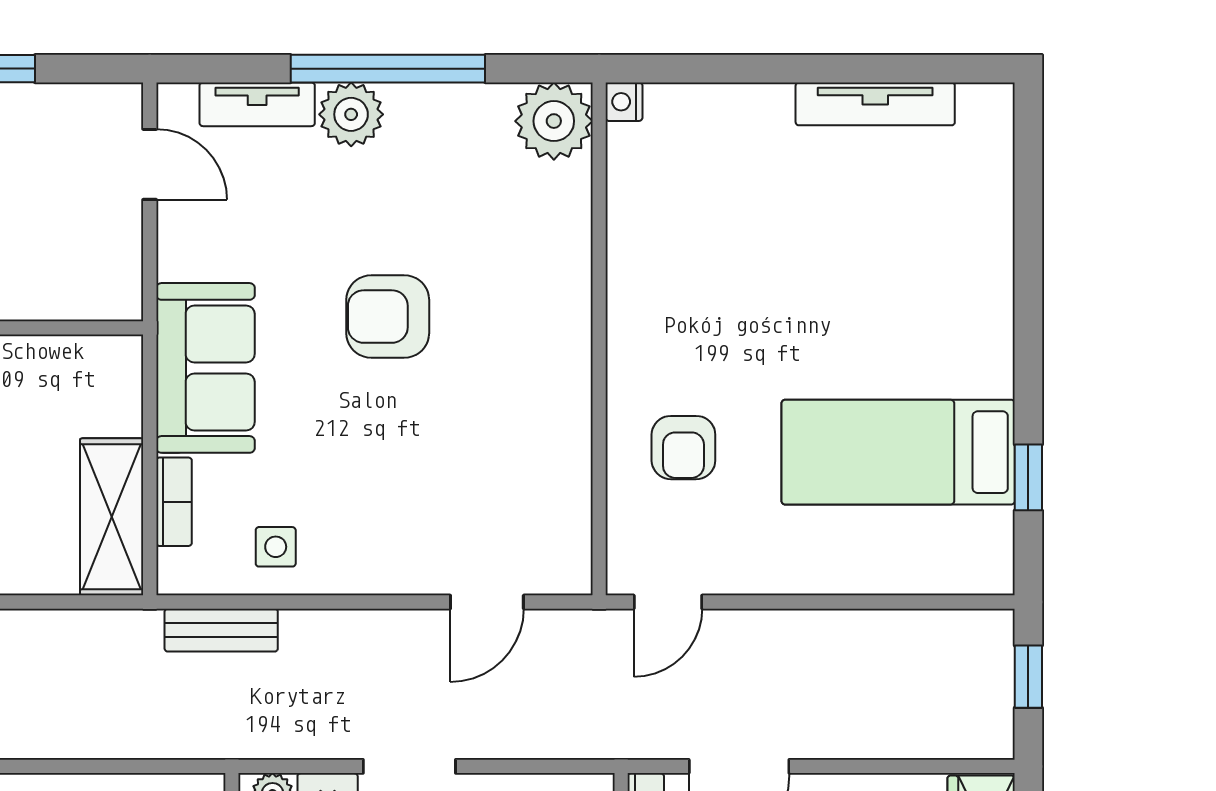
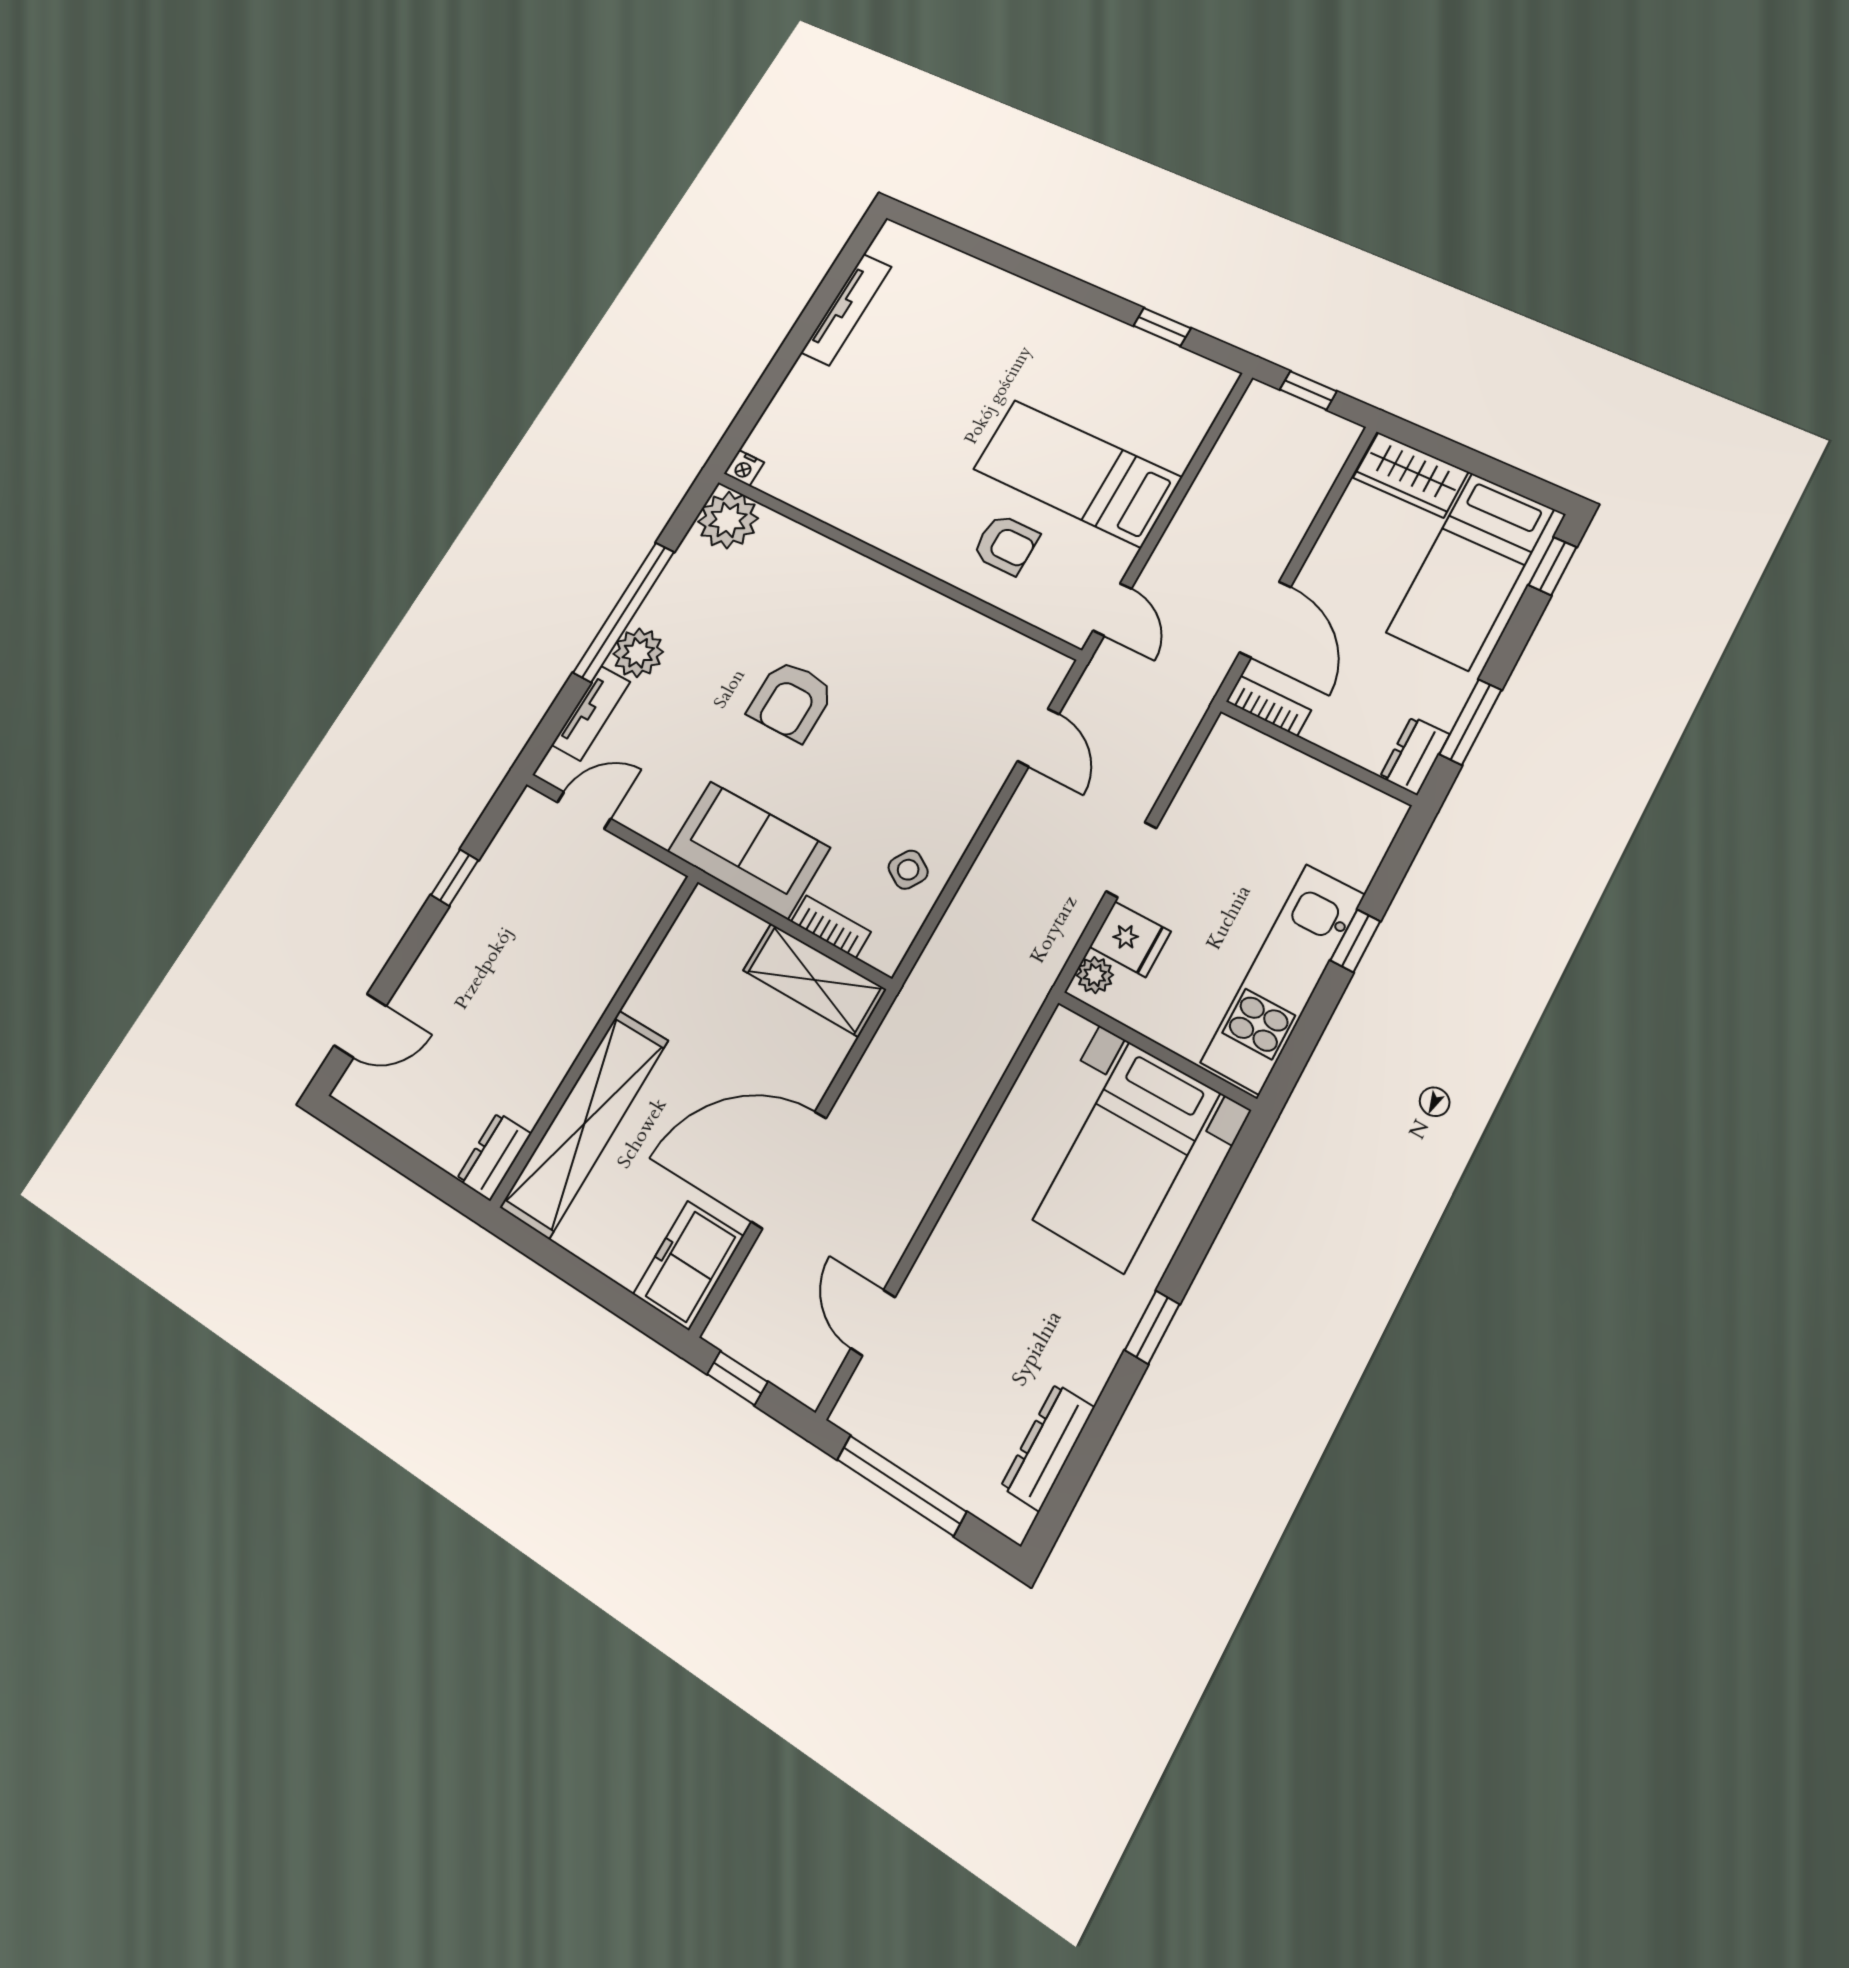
bed: (898, 452) -> (1077, 473), moved, turned 90
side table: (276, 547) -> (908, 870), turned 32
bench: (221, 630) -> (947, 945), removed

